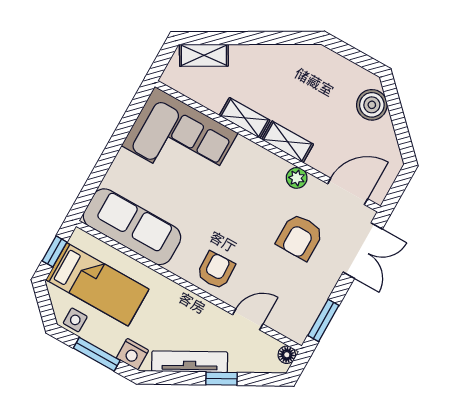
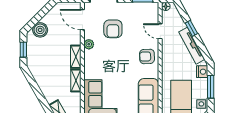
window: (353, 55) -> (23, 50), added
armchair: (300, 237) -> (113, 29), turned 90

